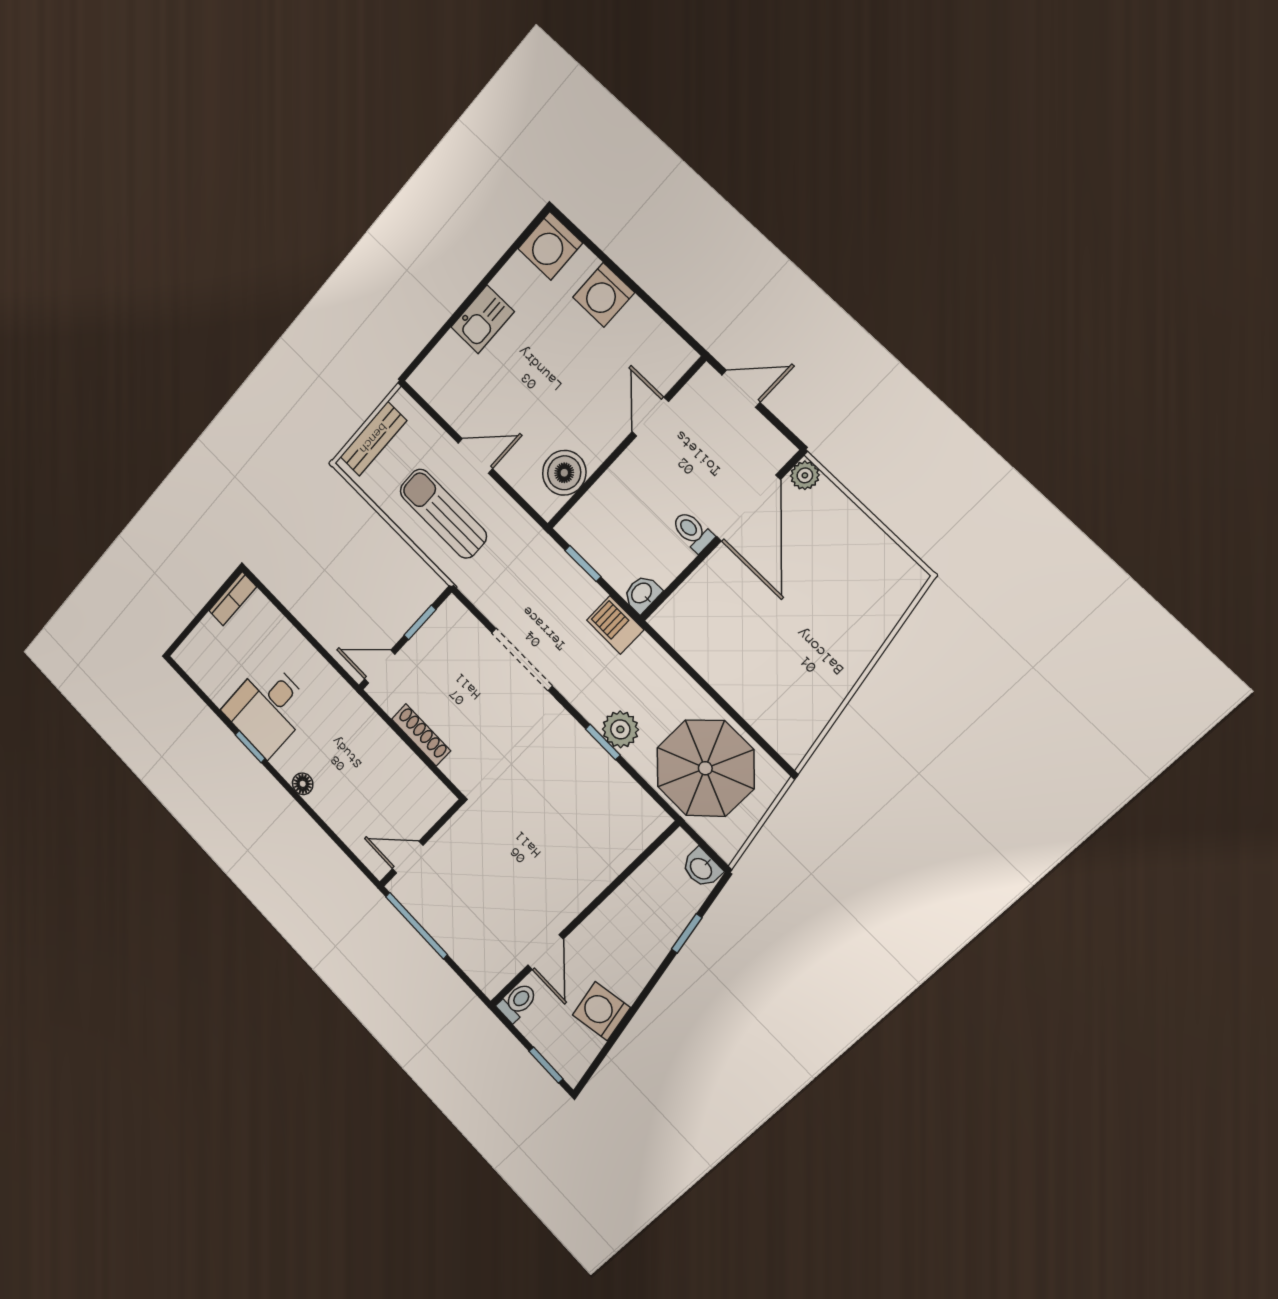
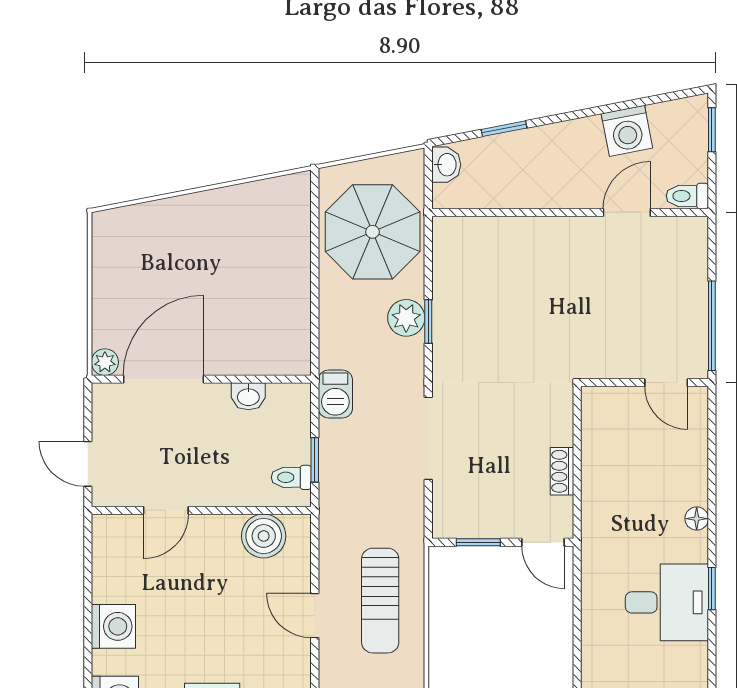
toilet: (693, 531) -> (291, 477), moved, turned 90
washbasin: (642, 594) -> (248, 396), moved
shoe rack: (421, 735) -> (562, 471), width x0.70

